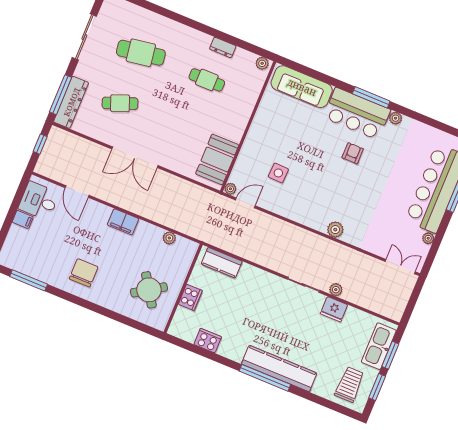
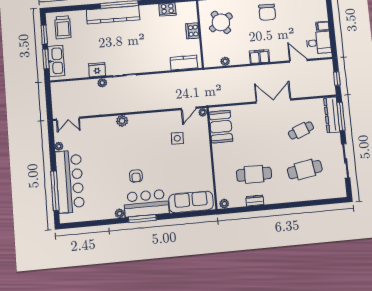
cafe table: (207, 80) -> (254, 174), width x1.37, depth x1.35

